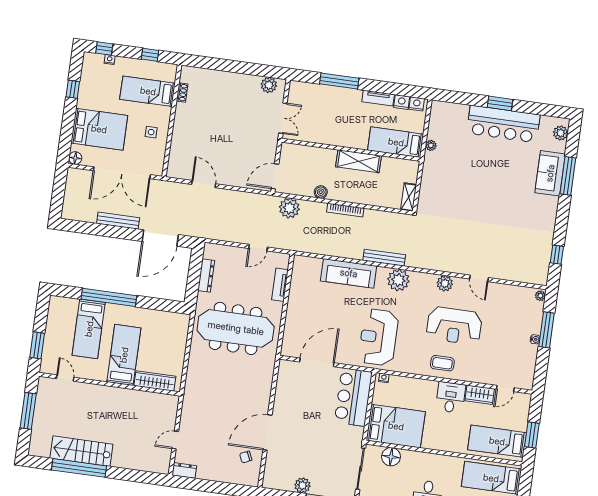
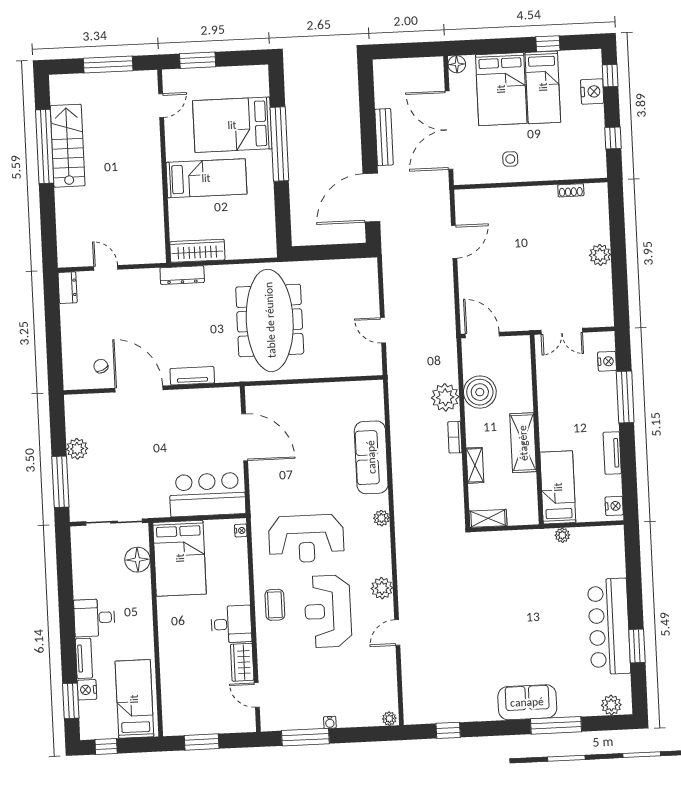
nightstand: (110, 59) -> (592, 92), width x1.89, depth x1.79
plant: (269, 85) -> (600, 255), moved
bed: (148, 91) -> (543, 87), moved, turned 180
nightstand: (402, 102) -> (607, 361), moved
window: (500, 103) -> (637, 646), moved
sofa: (550, 173) -> (527, 702), moved
boiler: (321, 192) -> (480, 392), width x1.86, depth x1.86
shelving: (368, 199) -> (475, 465), added
plant: (289, 208) -> (445, 397), moved
bookcase: (345, 210) -> (455, 437), width x0.64
door: (160, 238) -> (371, 198), hinge flipped
bench: (384, 258) -> (401, 501), removed
dresser: (206, 276) -> (182, 275), moved
plant: (398, 280) -> (381, 518), width x0.53, depth x0.53
tv unit: (280, 285) -> (192, 376), moved
bed: (89, 329) -> (232, 125), width x1.50
window: (546, 330) -> (305, 737), moved
reception desk: (378, 337) -> (306, 539), moved, turned 180
wardrobe: (155, 381) -> (197, 251), moved, turned -90
bed: (497, 441) -> (185, 697), removed

